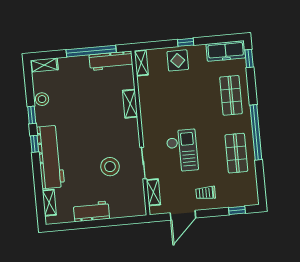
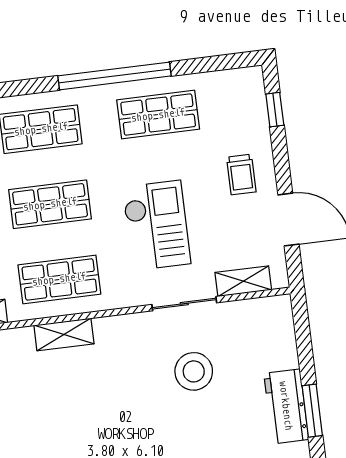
shop shelf: (194, 99) -> (50, 204), added
shop shelf: (157, 102) -> (59, 279), added
checkout: (182, 151) -> (156, 225), turned 90
window: (89, 224) -> (312, 411), added

